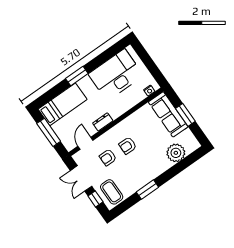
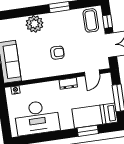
window: (77, 76) -> (88, 131), moved
plant: (176, 153) -> (34, 24), moved
armchair: (108, 157) -> (79, 51), removed

